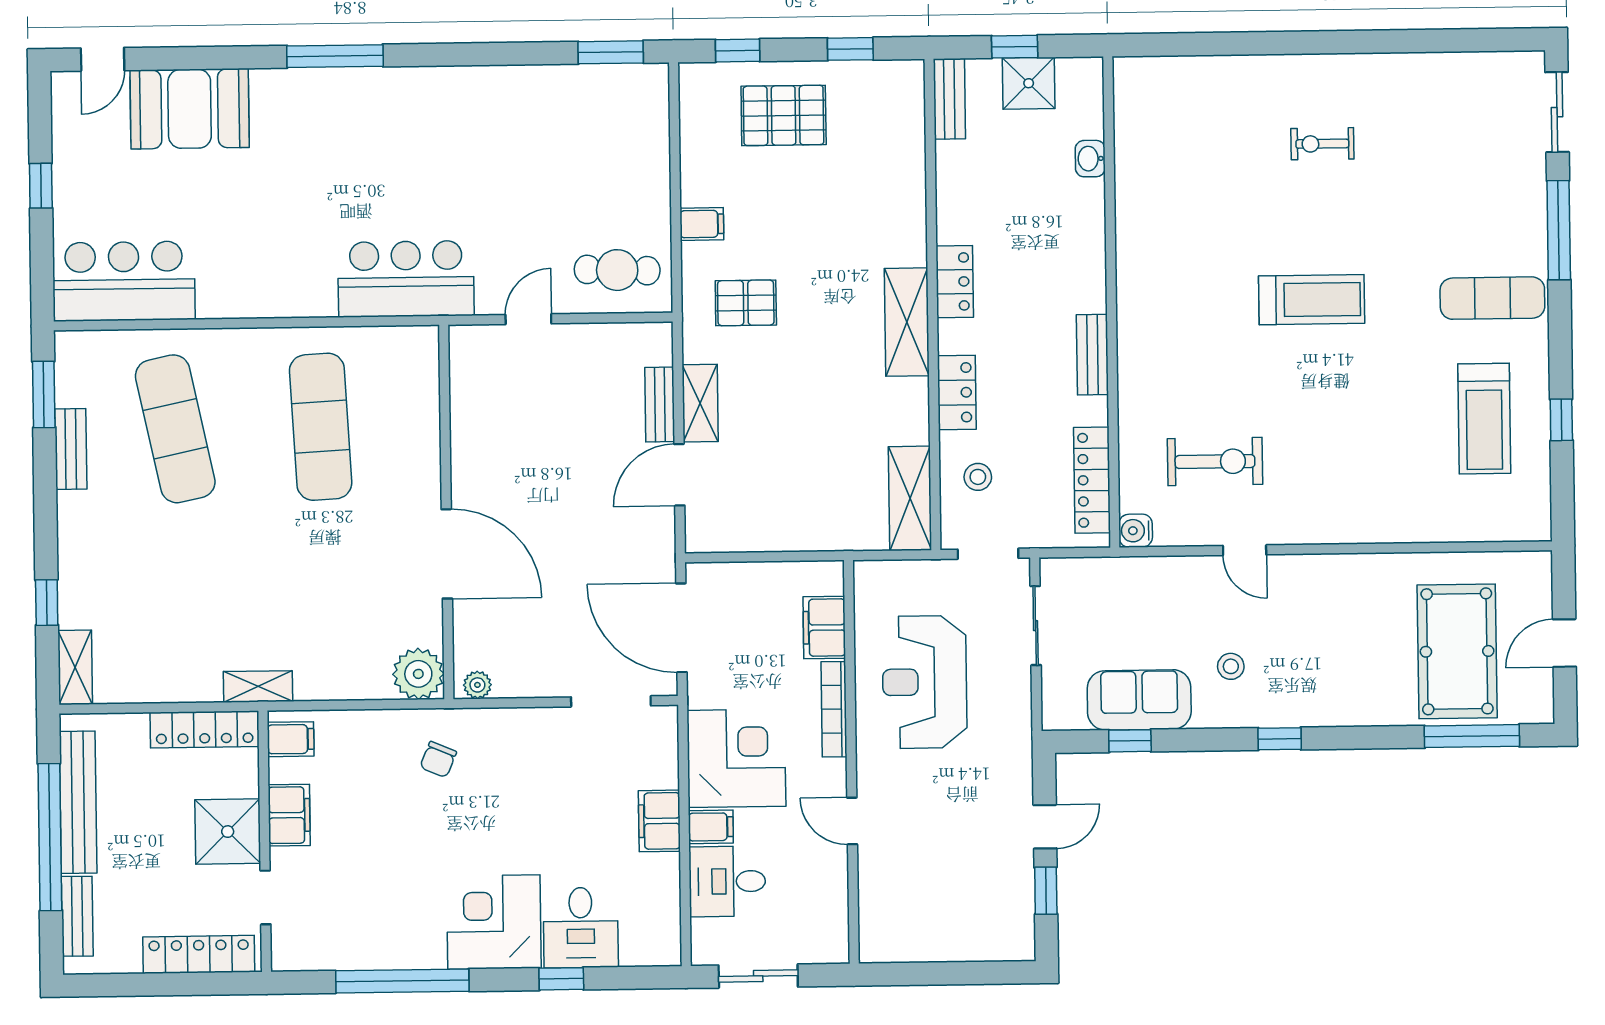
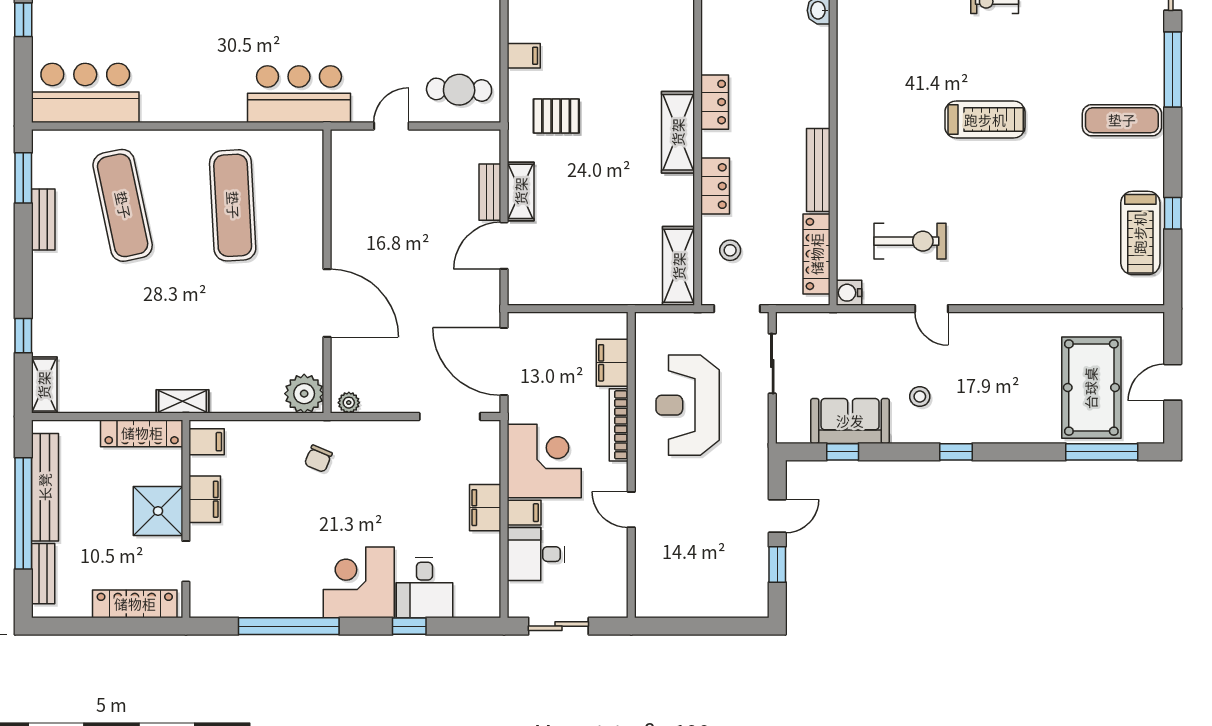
bench: (1092, 355) -> (818, 170), width x1.36
treadmill: (1484, 419) -> (1140, 233), moved

